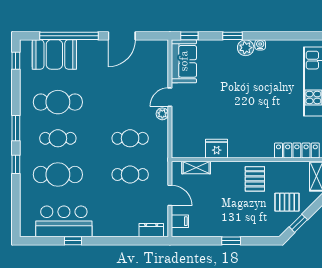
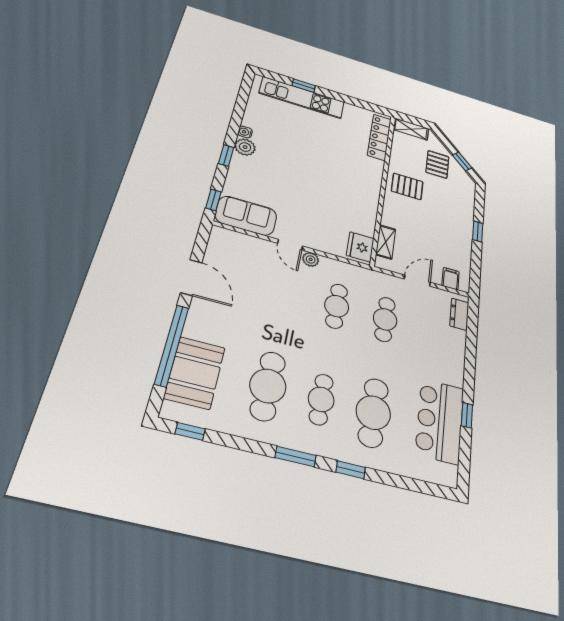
fridge: (217, 149) -> (360, 247), moved

